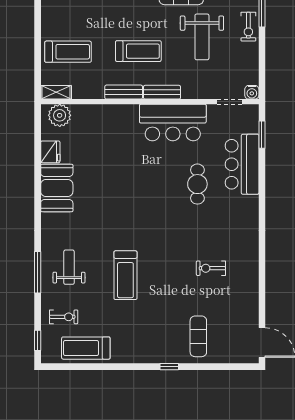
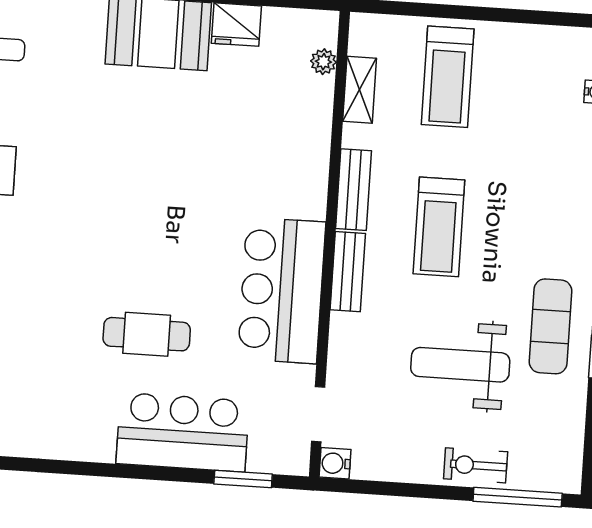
shelving: (56, 92) -> (360, 90), moved
plant: (60, 115) -> (323, 62), width x0.53, depth x0.53

